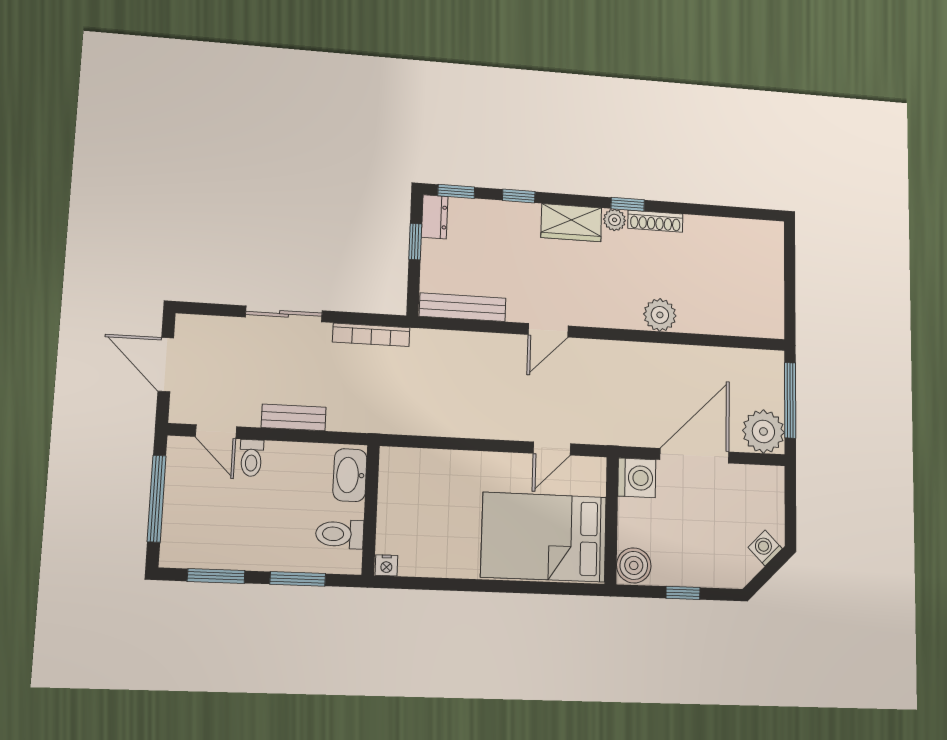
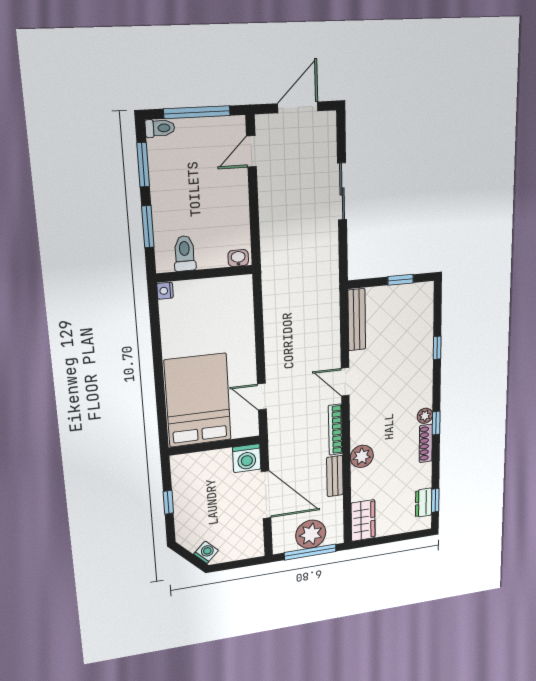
window: (456, 191) -> (435, 500), moved
dresser: (435, 217) -> (424, 503), moved, turned 90
wardrobe: (571, 223) -> (363, 520), moved, turned 180
bookcase: (371, 335) -> (335, 430), moved
bench: (294, 417) -> (335, 476), moved
plant: (763, 431) -> (311, 534), moved
toilet: (251, 458) -> (160, 128), moved, turned 180
washbasin: (350, 475) -> (238, 258), width x0.52, depth x0.69
boiler: (634, 565) -> (184, 466), removed

